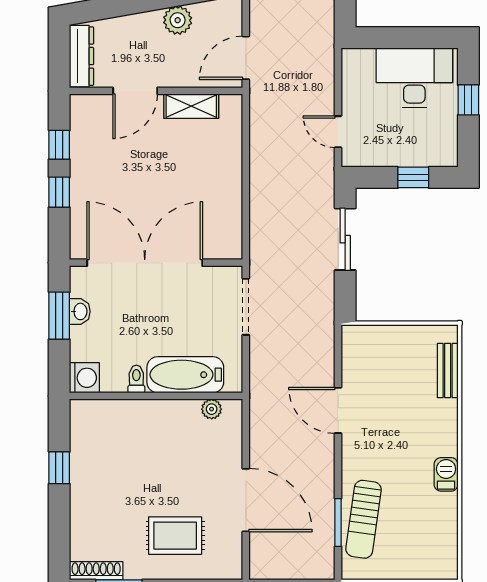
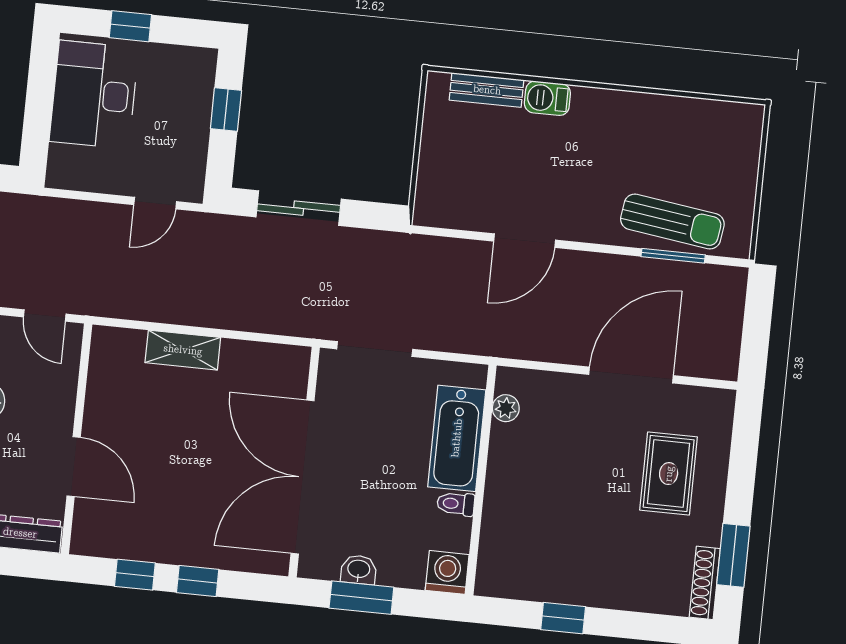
door: (246, 58) -> (45, 315), width x0.73
shelving: (191, 106) -> (183, 350), moved, turned 90
barbecue: (446, 474) -> (547, 98), moved

